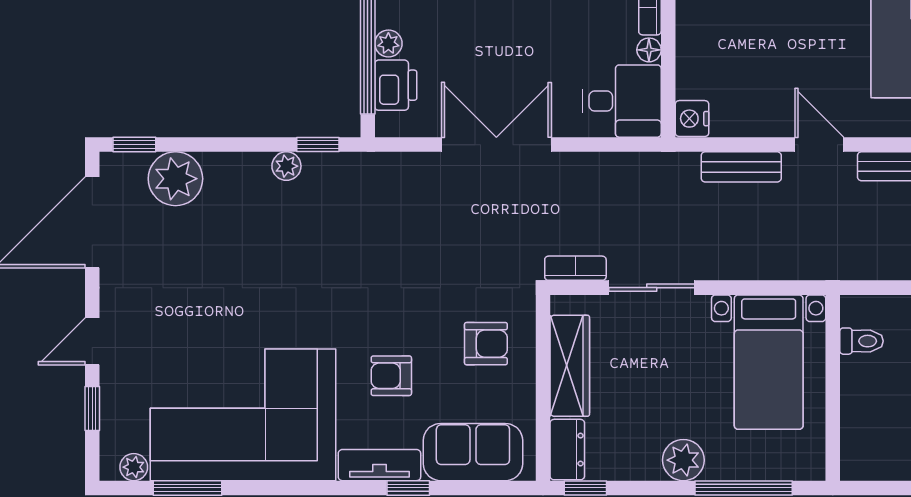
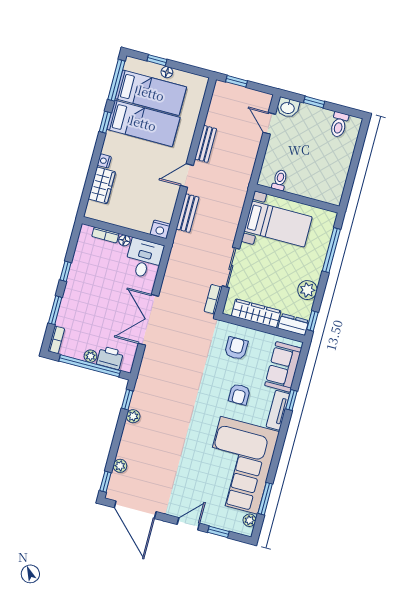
plant: (175, 179) -> (120, 466), width x0.53, depth x0.53
door: (92, 341) -> (188, 524), swing flipped
plant: (683, 460) -> (307, 290), moved

